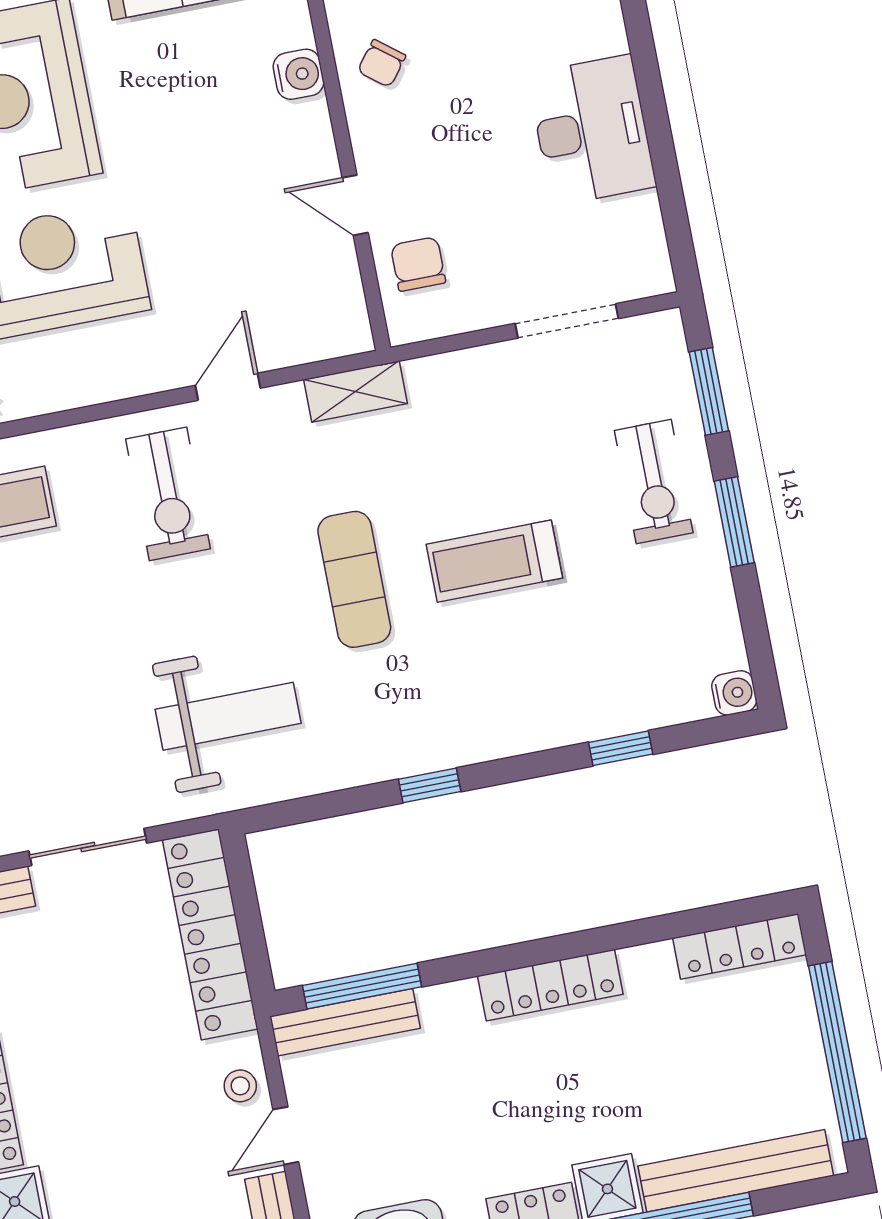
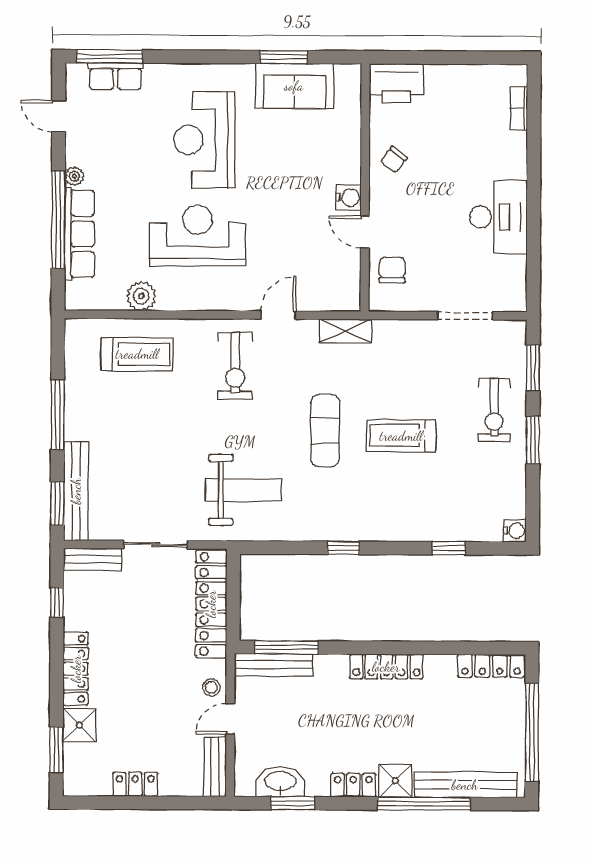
water cooler: (298, 74) -> (348, 198), moved

